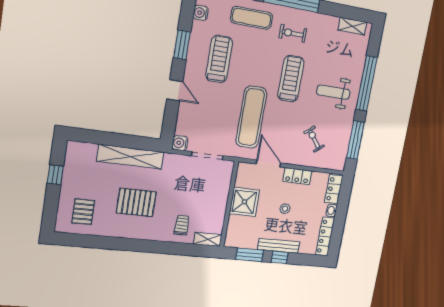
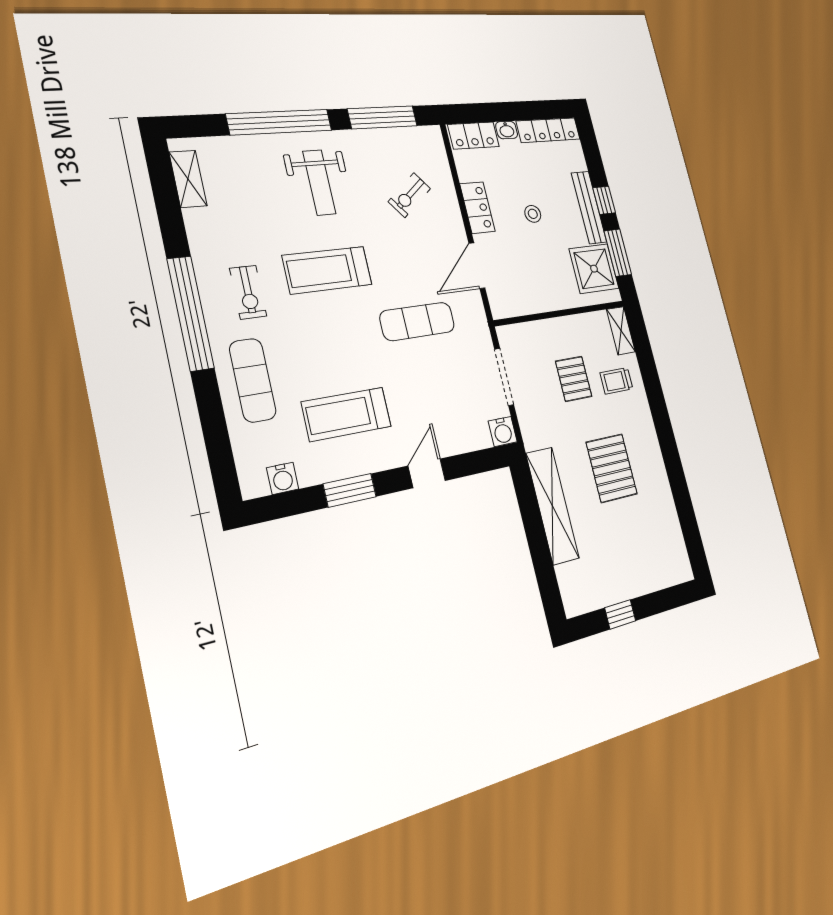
exercise mat: (251, 117) -> (417, 321), width x0.73, depth x0.69
shower: (244, 202) -> (594, 269), moved
pallet: (83, 212) -> (574, 379), moved, turned 90

